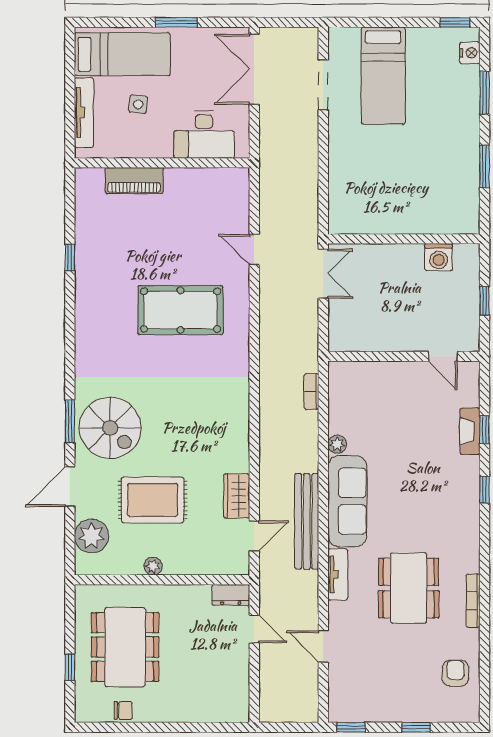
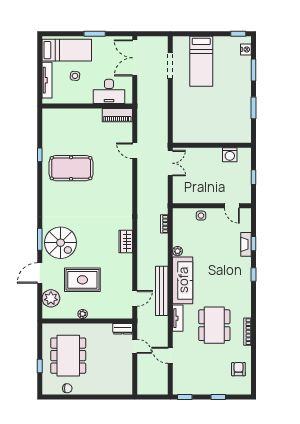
piano: (134, 180) -> (117, 115), moved
pool table: (181, 310) -> (71, 168), moved
side table: (383, 375) -> (201, 216), added
wardrobe: (237, 496) -> (126, 241), moved

